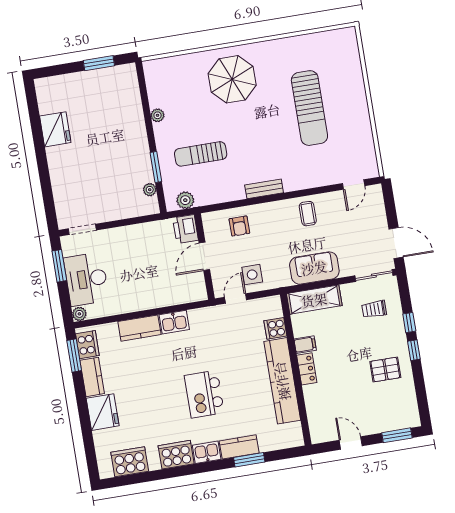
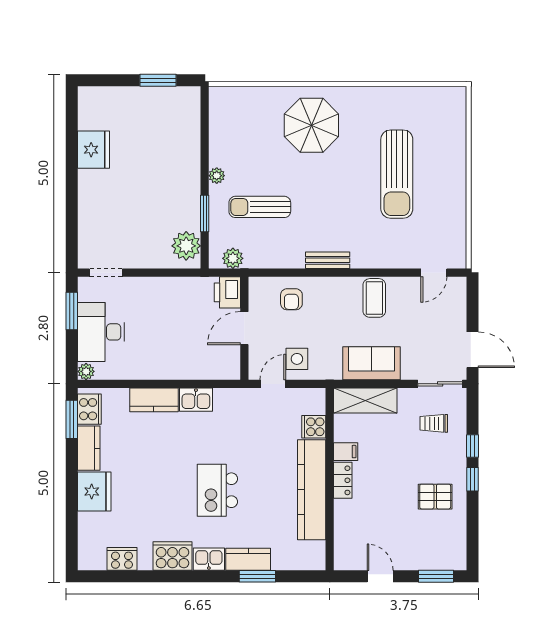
plant: (158, 115) -> (217, 176), moved
plant: (150, 190) -> (186, 246), width x1.87, depth x1.87
coffee table: (308, 214) -> (374, 298), width x1.36, depth x1.30
cooker: (130, 462) -> (122, 559), width x0.73, depth x0.76

